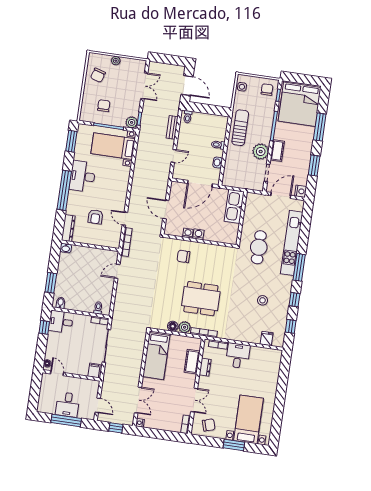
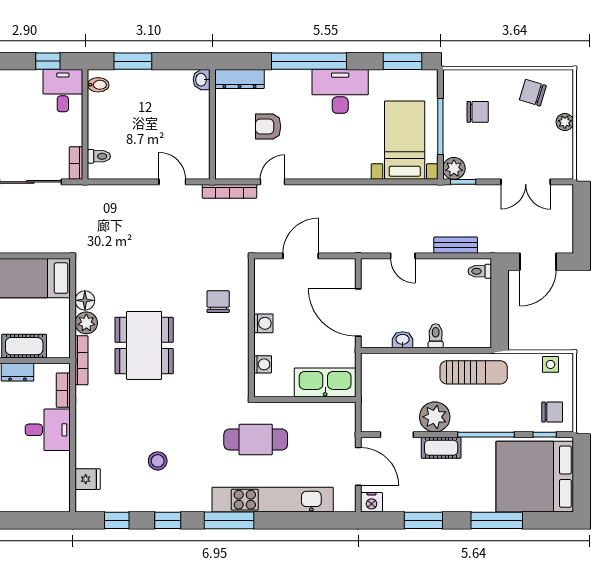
washing machine: (188, 233) -> (263, 364), moved

